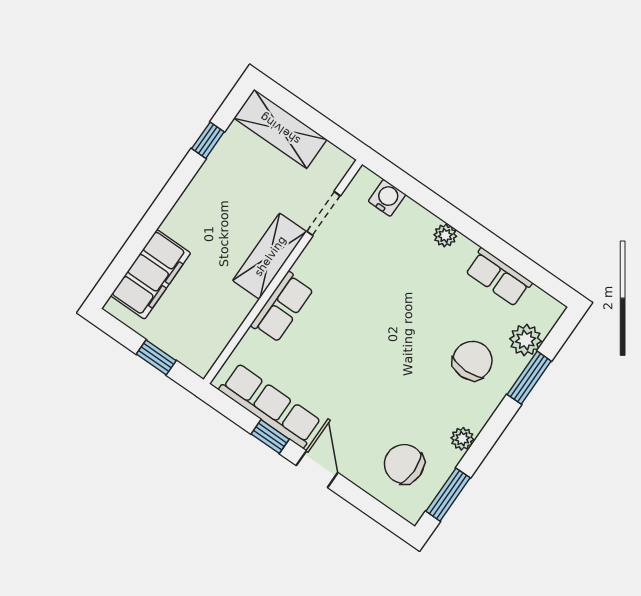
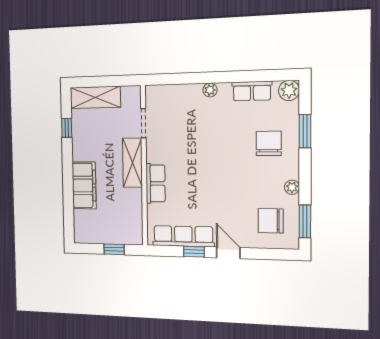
water cooler: (387, 198) -> (168, 93), removed
filing cabinet: (151, 274) -> (84, 185), moved
plant: (525, 340) -> (289, 90), moved

